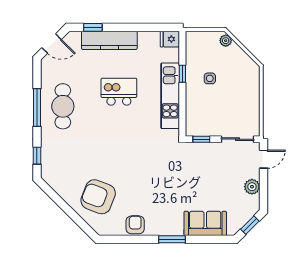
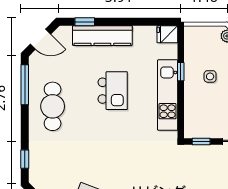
kitchen island: (119, 92) -> (113, 91), turned 90
window: (37, 107) -> (25, 85), moved

